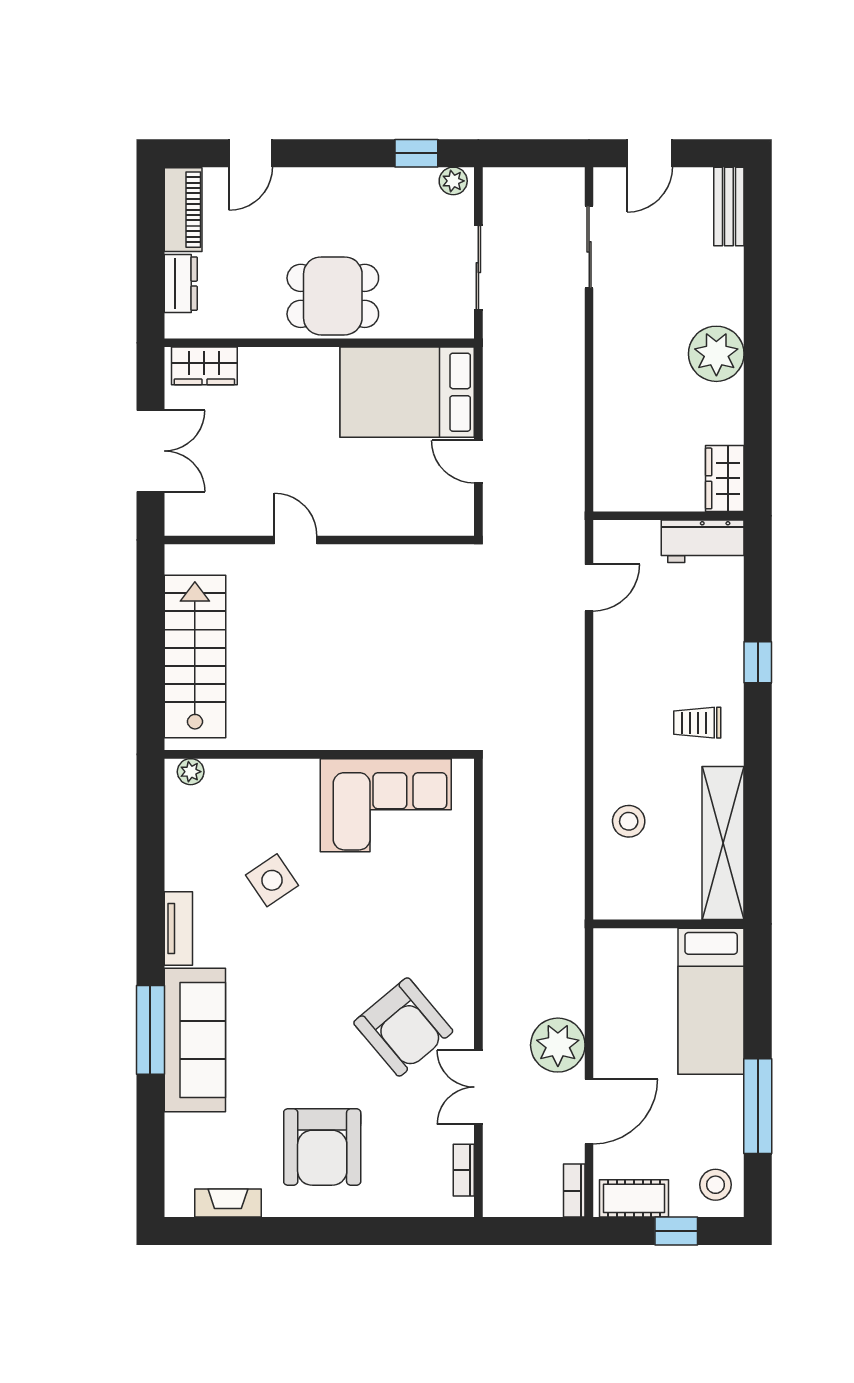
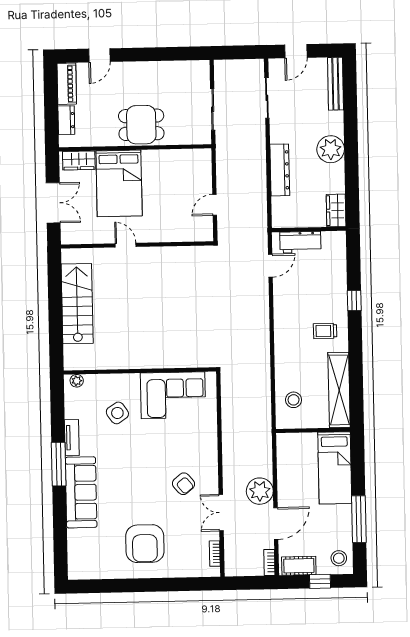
window: (416, 153) -> (181, 54), removed
plant: (453, 181) -> (199, 67), removed
bench: (729, 206) -> (335, 84), width x1.36
bed: (407, 392) -> (119, 183), moved, turned -90
dresser: (612, 394) -> (280, 170), added
door: (478, 462) -> (215, 205), hinge flipped
workbench: (703, 541) -> (300, 242), moved
wall: (319, 754) -> (140, 371), moved
plant: (191, 772) -> (77, 381), moved
corner sofa: (386, 805) -> (173, 395), moved
stool: (629, 821) -> (294, 400), moved
armchair: (403, 1027) -> (184, 484), width x0.53, depth x0.53
window: (150, 1030) -> (59, 464), moved
fireplace: (228, 1203) -> (99, 572), removed

